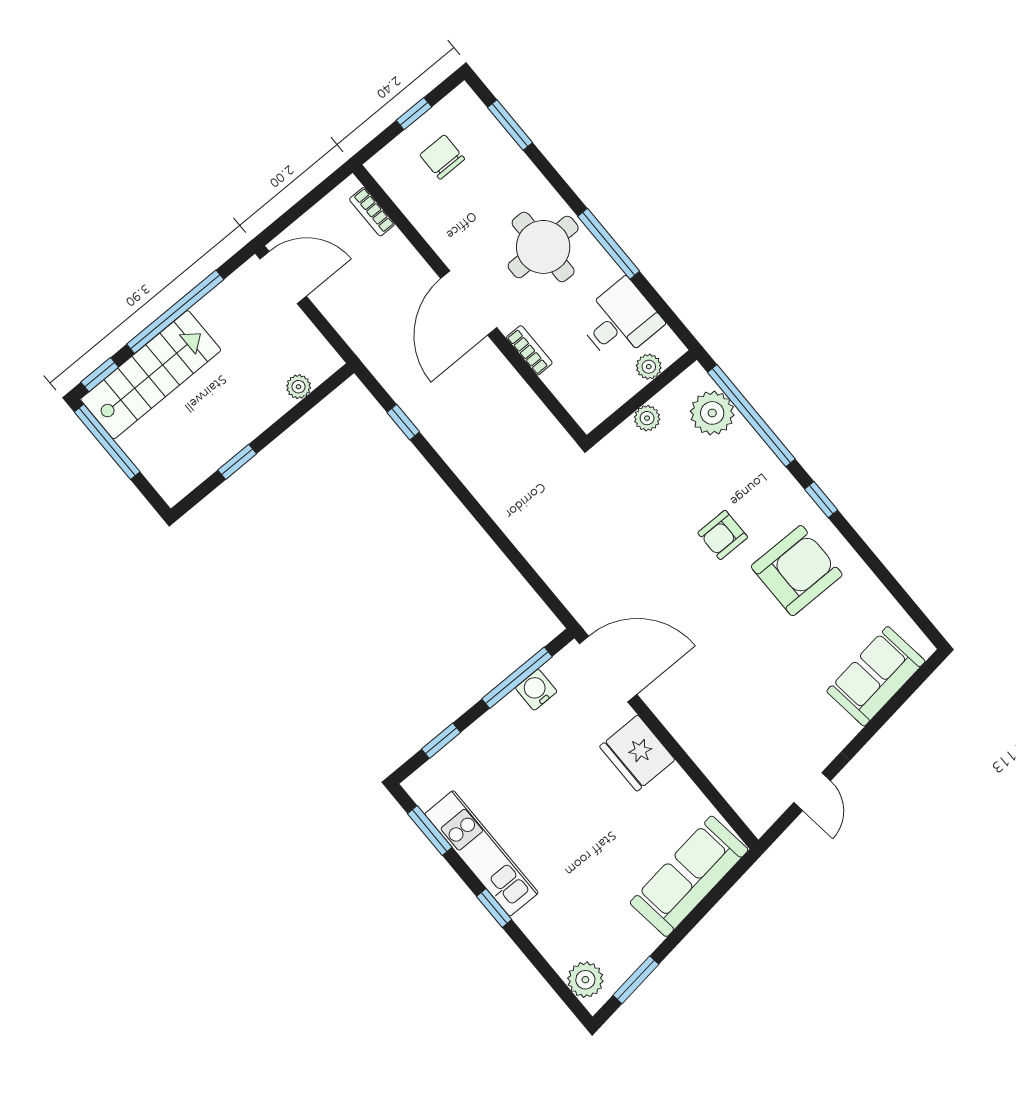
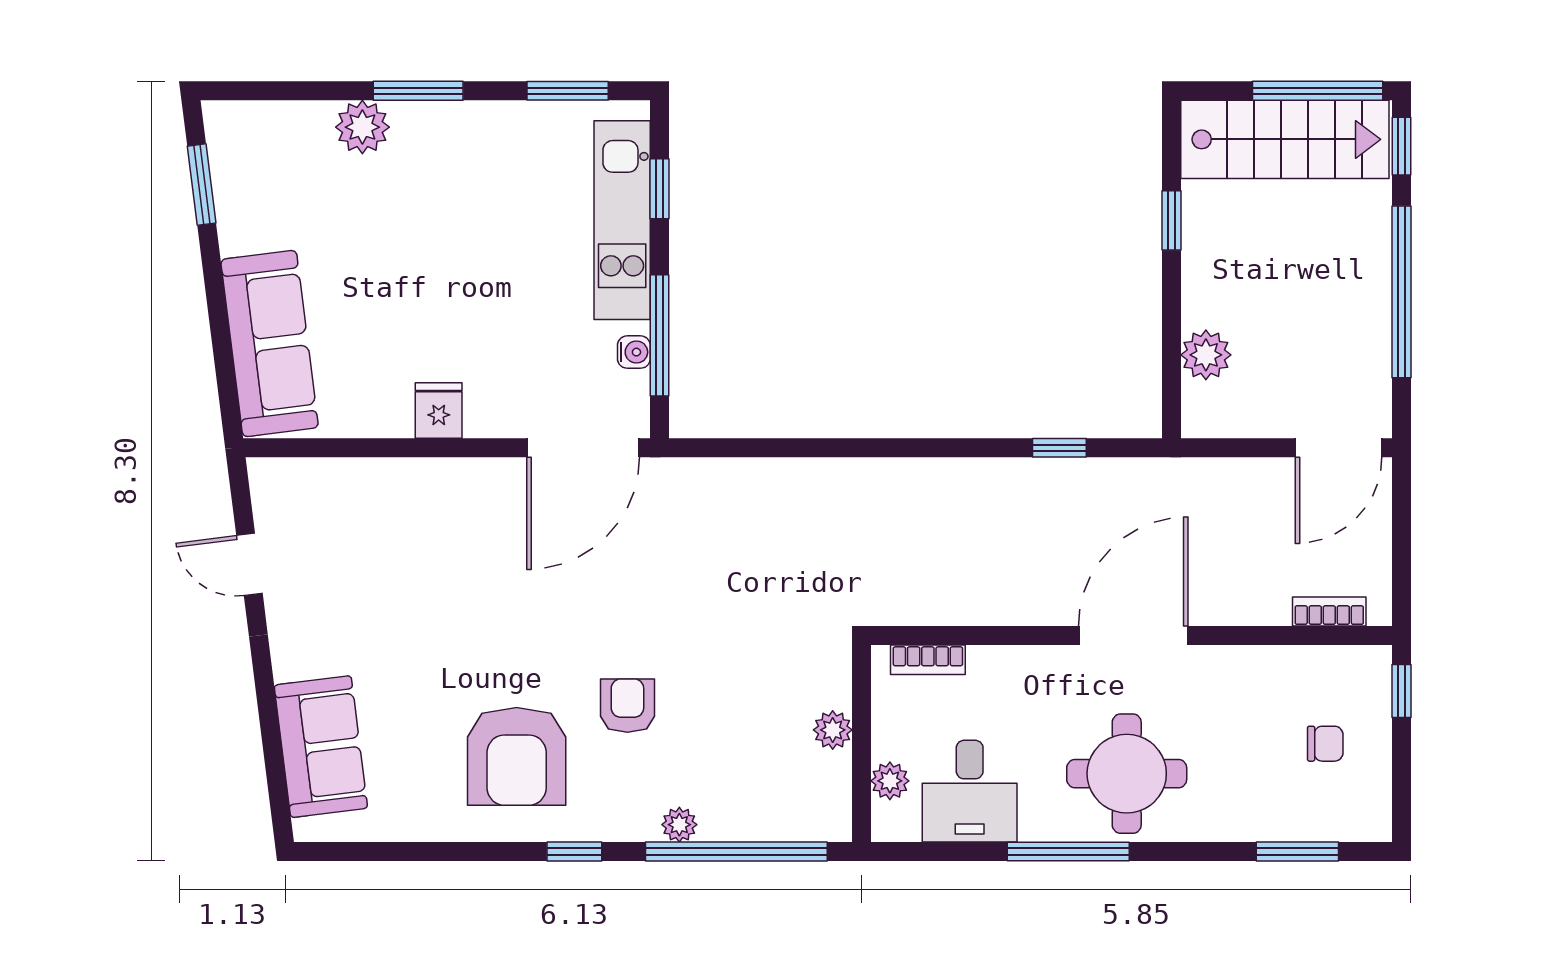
window: (414, 114) -> (1402, 691), moved
chair: (442, 157) -> (1325, 744), width x0.73, depth x0.73
door: (469, 303) -> (1133, 636), hinge flipped
bookcase: (529, 350) -> (928, 660), moved
stairs: (151, 375) -> (1285, 139), moved, turned -90
plant: (299, 387) -> (1206, 355), width x1.38, depth x1.38
plant: (712, 413) -> (679, 825), moved, width x0.53, depth x0.53
water cooler: (536, 690) -> (634, 352), width x0.72, depth x0.72
fridge: (637, 753) -> (439, 411), width x0.53, depth x0.75
kitchen unit: (482, 853) -> (622, 220), moved, turned 90
window: (494, 908) -> (418, 91), width x1.50
plant: (585, 980) -> (362, 127), moved

